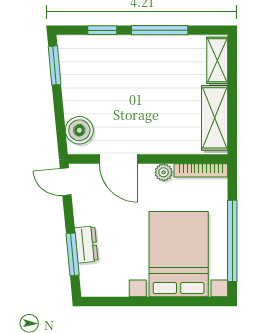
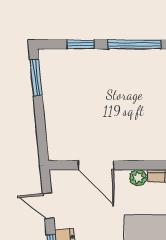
boiler: (79, 130) -> (59, 138), removed
door: (66, 182) -> (48, 206), moved

